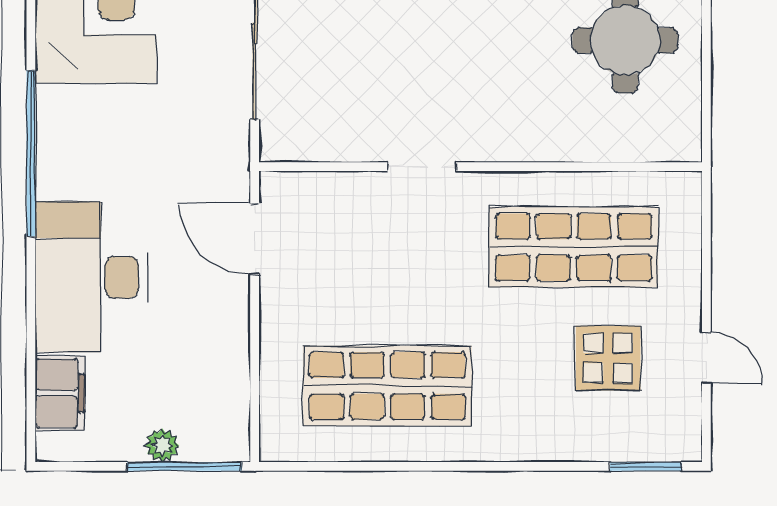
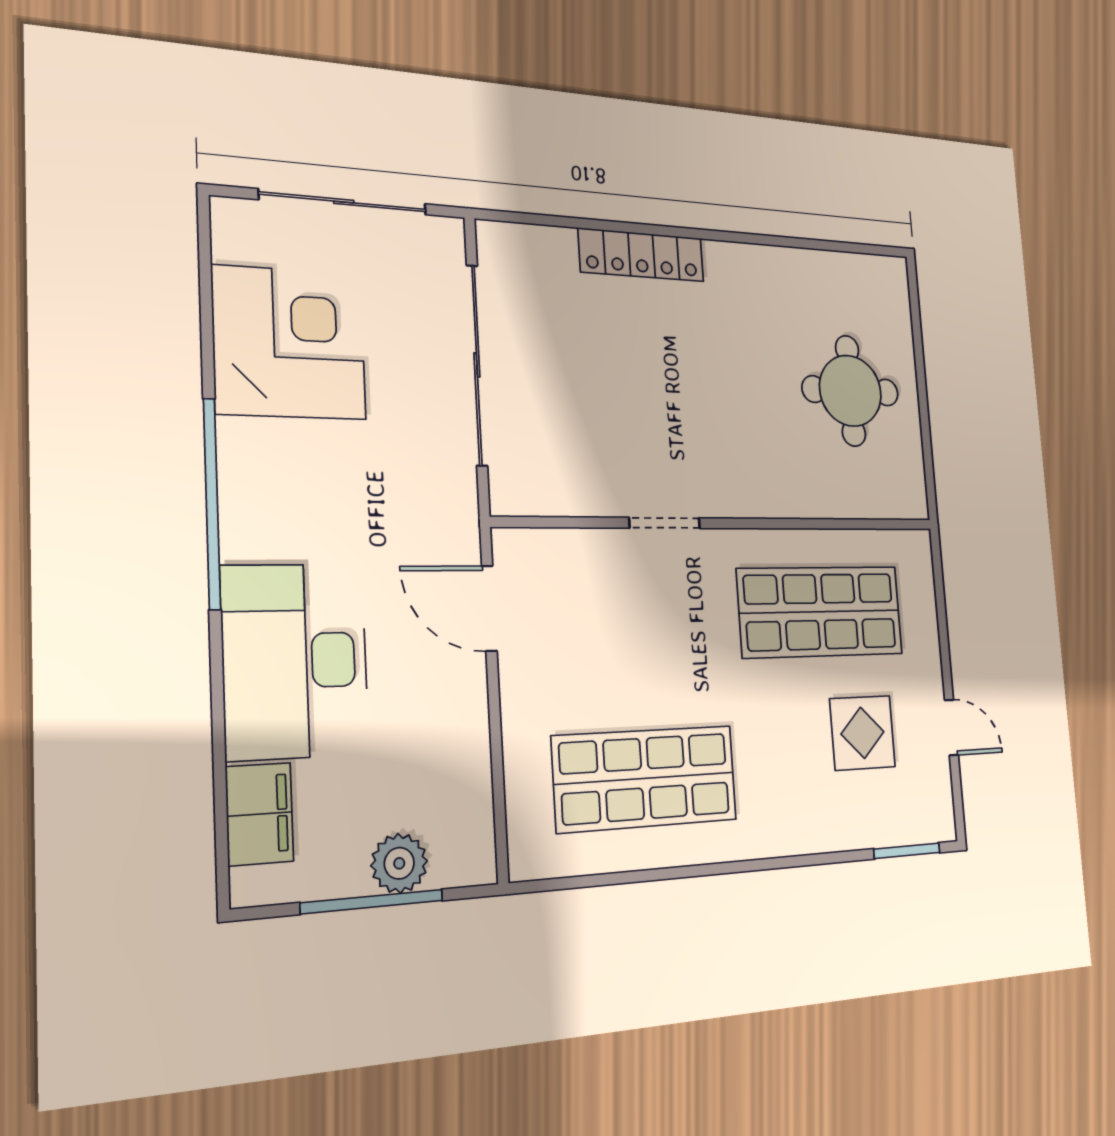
plant: (162, 445) -> (399, 863), width x1.38, depth x1.38
window: (184, 466) -> (372, 902), moved

